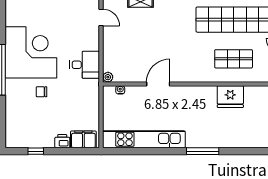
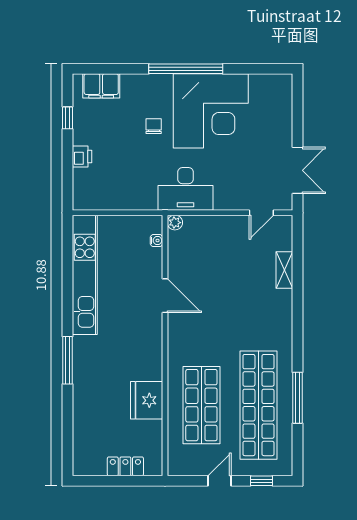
shop shelf: (234, 59) -> (201, 405), width x1.43, depth x1.36
desk: (85, 65) -> (186, 189), width x1.37
filing cabinet: (83, 139) -> (101, 86), moved, turned 90

